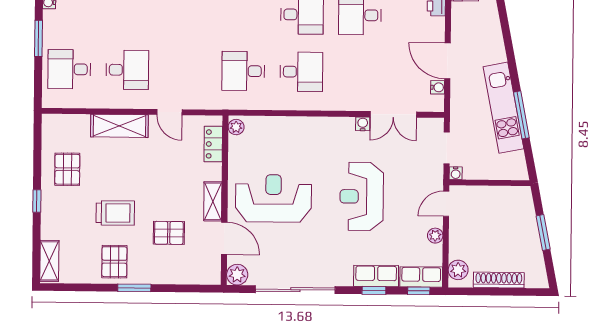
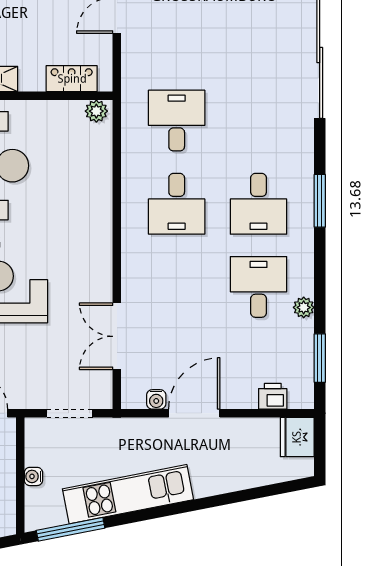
window: (521, 115) -> (71, 529), moved
water cooler: (363, 124) -> (103, 293), removed
water cooler: (456, 173) -> (33, 476), moved

